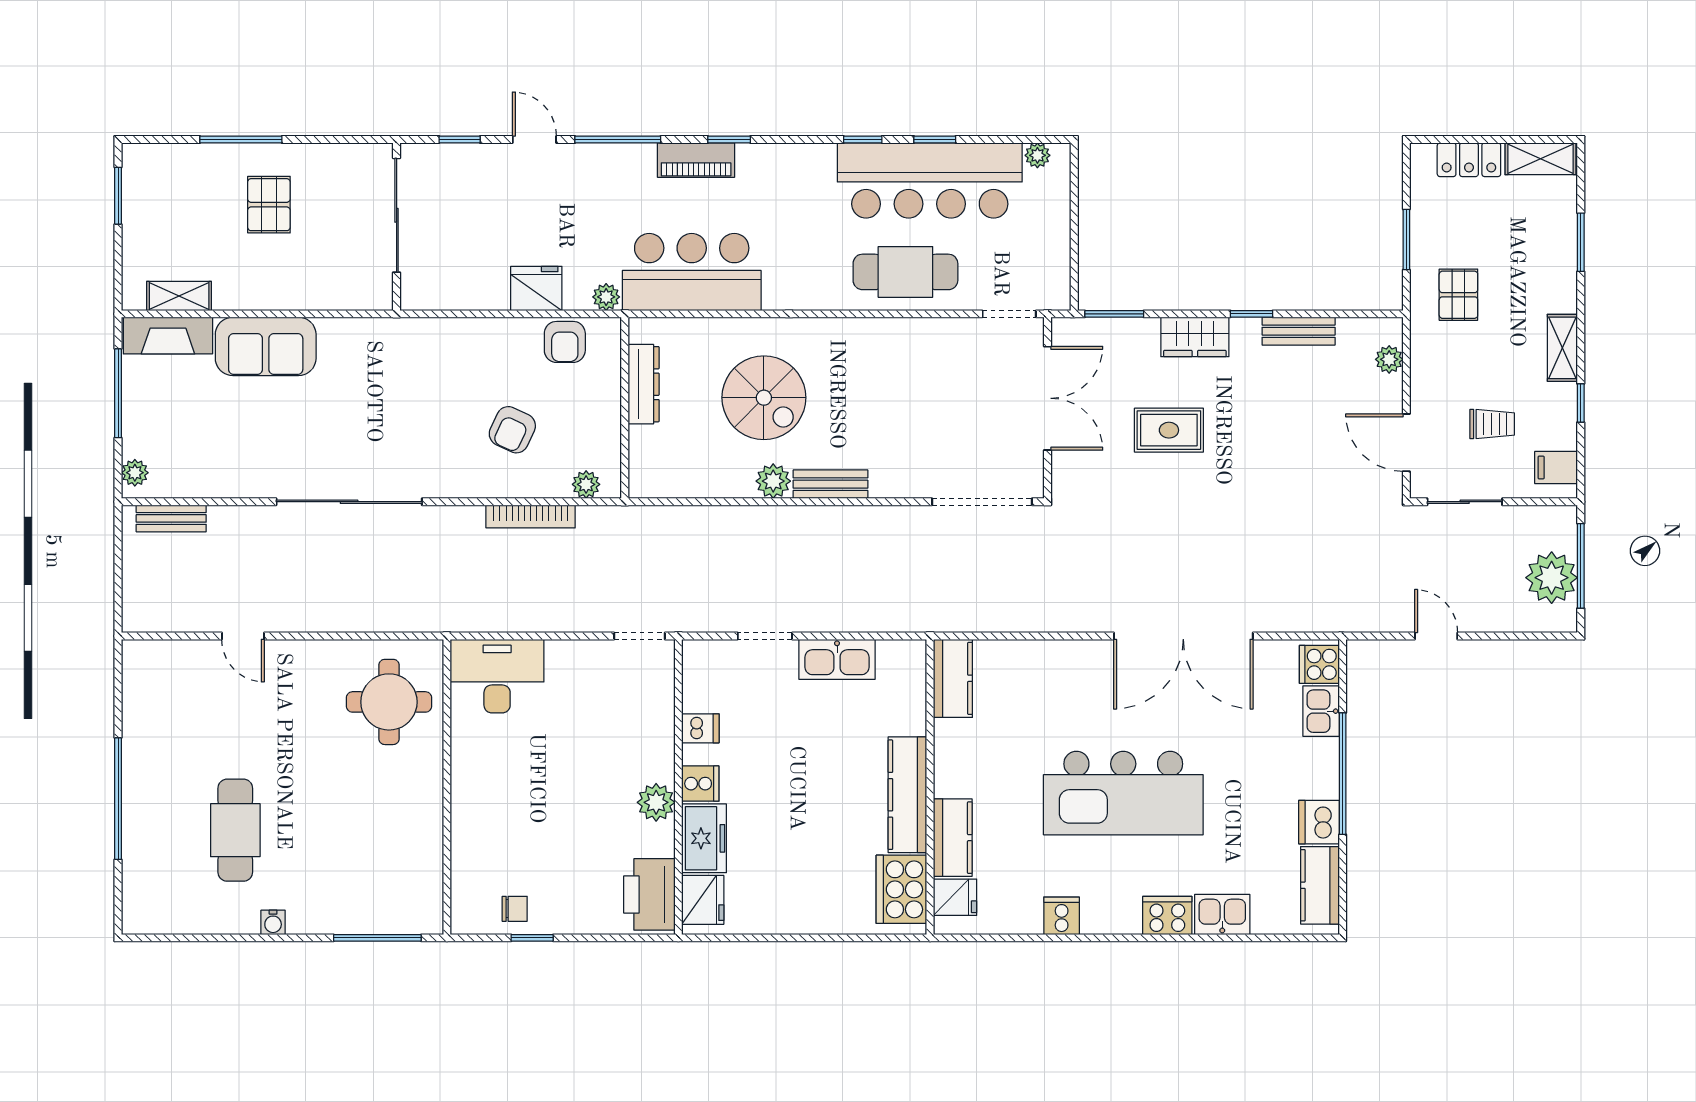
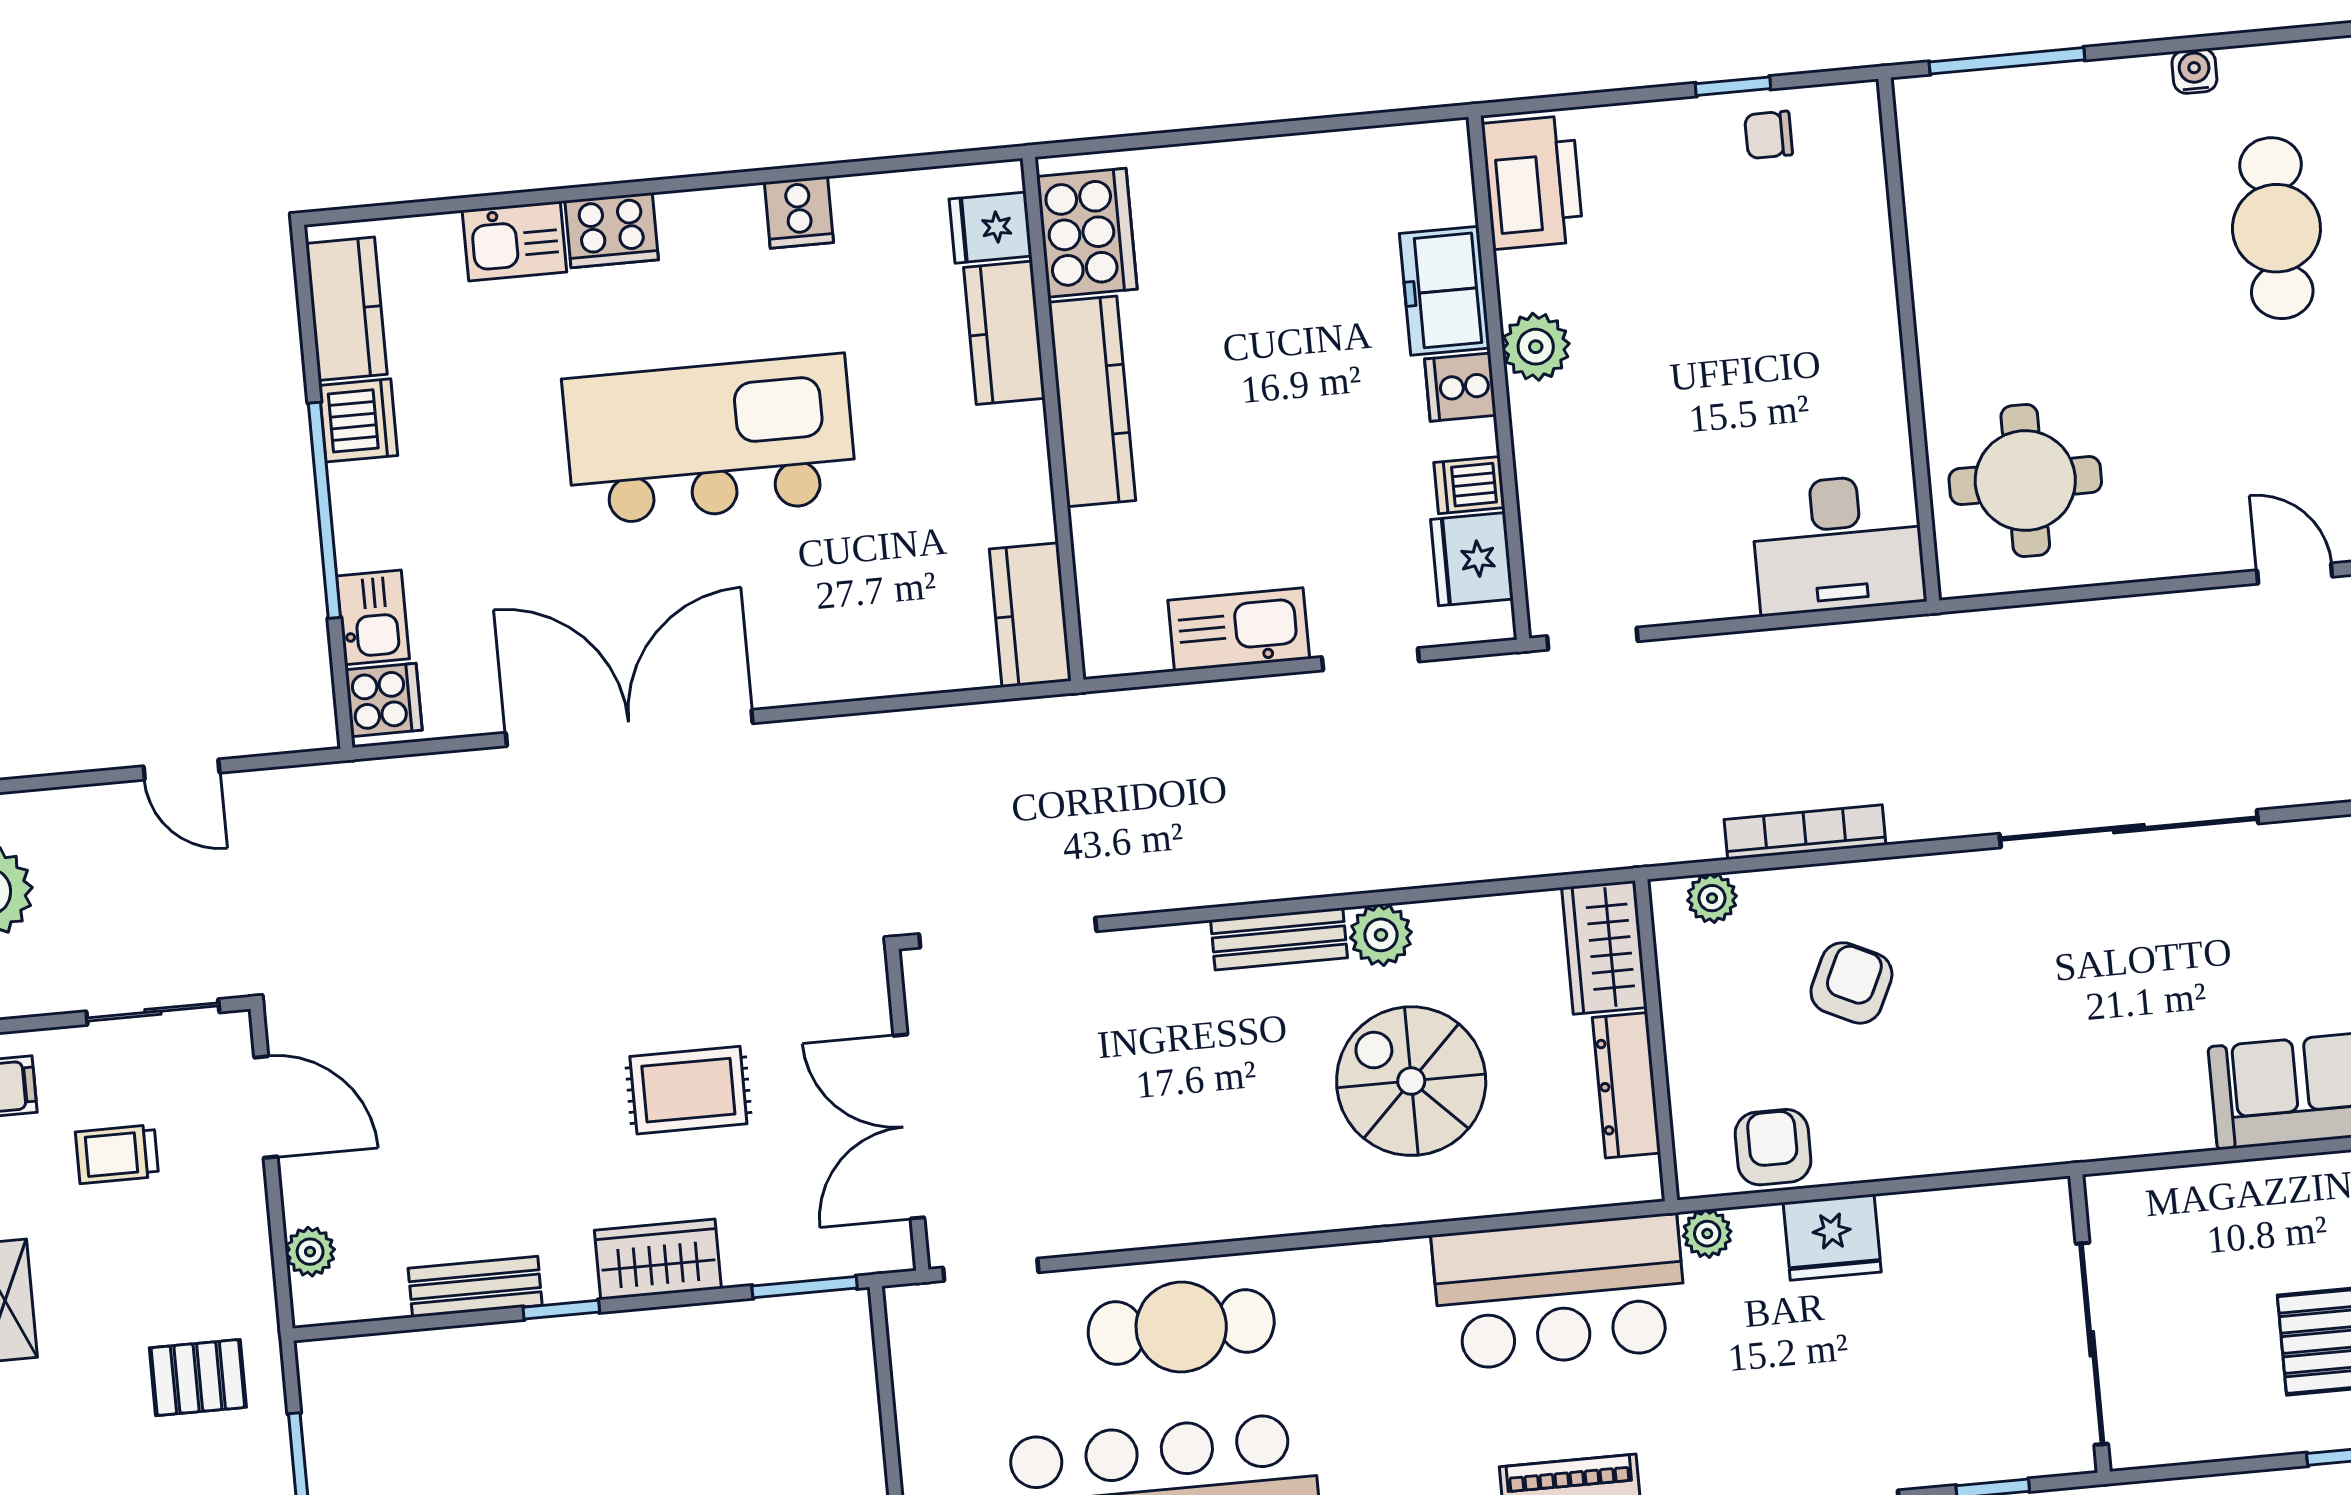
pallet: (1458, 295) -> (198, 1378), turned 90
wardrobe: (649, 462) -> (1604, 947), added
fridge: (703, 900) -> (1472, 559), moved

